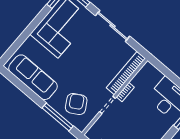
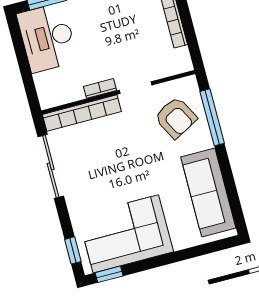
sliding door: (113, 26) -> (51, 166), moved
armchair: (76, 104) -> (176, 118), turned -88

